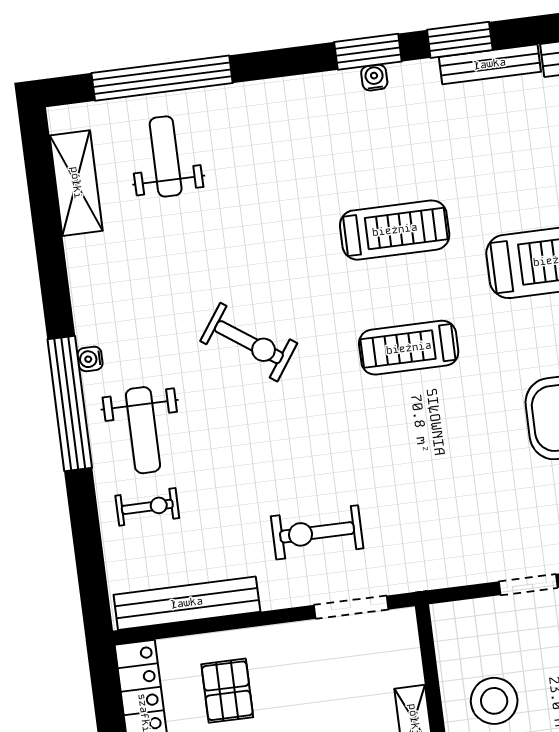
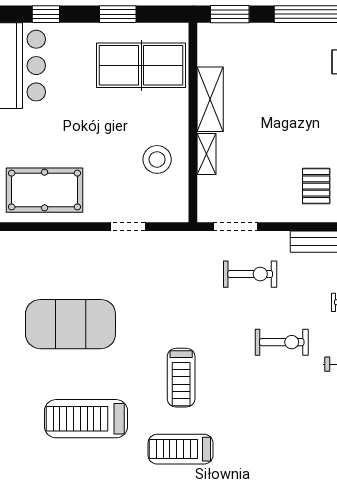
exercise bike: (249, 342) -> (282, 342), moved, turned 145
treadmill: (409, 348) -> (181, 378), turned 90

